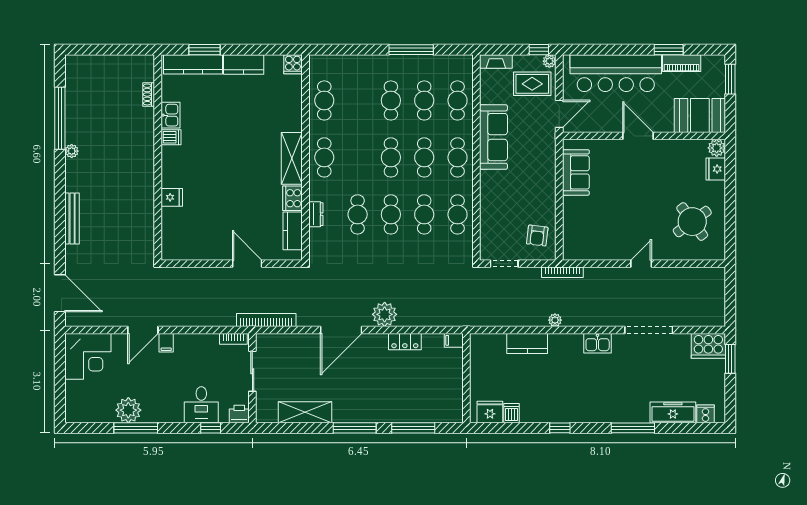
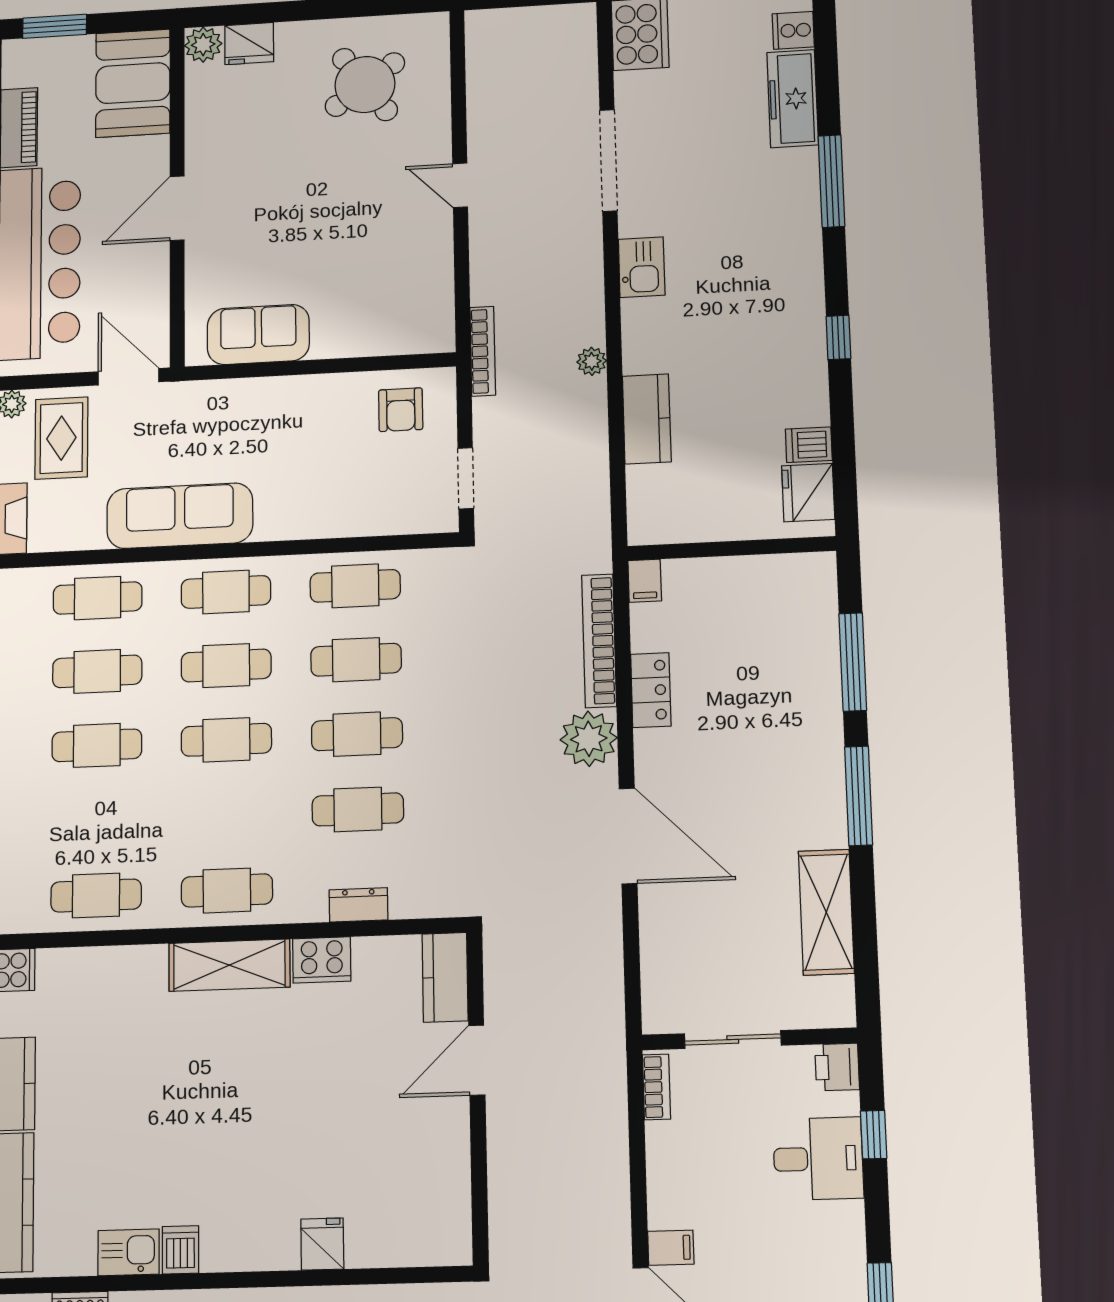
kitchen counter: (293, 231) -> (445, 977), moved, turned 90
armchair: (537, 236) -> (401, 410), turned 83
bookcase: (266, 320) -> (599, 641), moved

